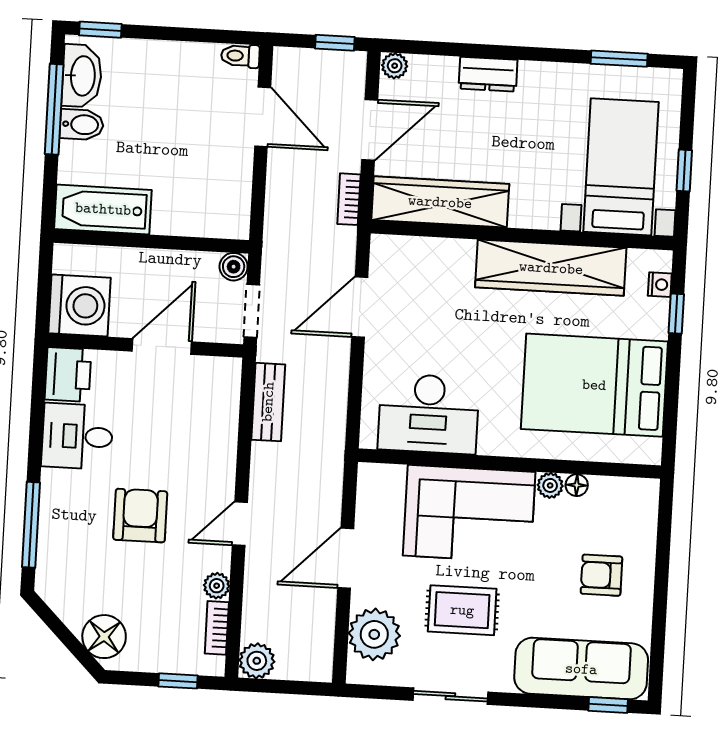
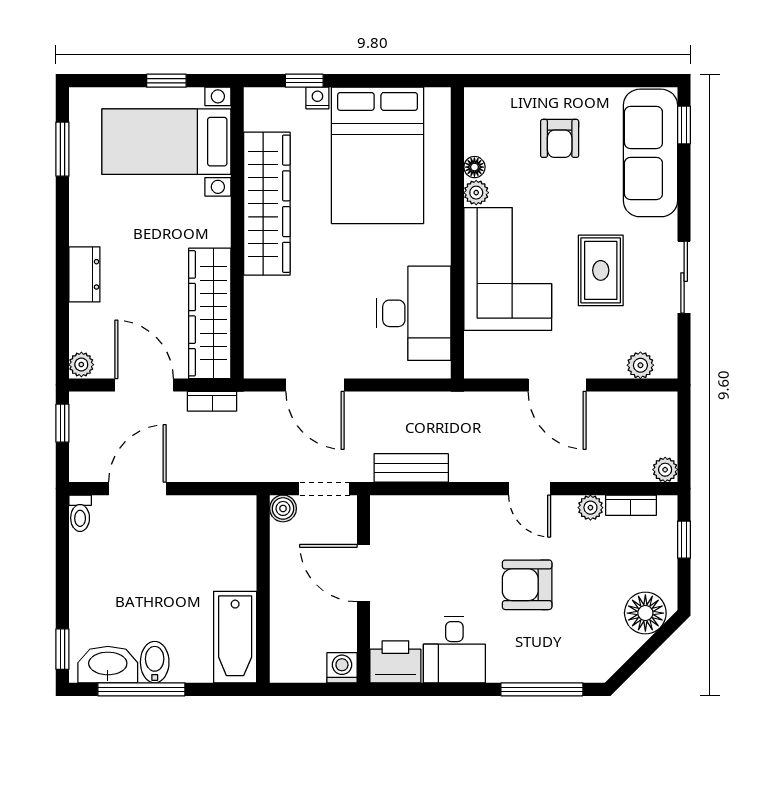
nightstand: (660, 285) -> (317, 98), moved
washing machine: (80, 305) -> (342, 668), width x0.53, depth x0.53
plant: (374, 634) -> (640, 365), width x0.53, depth x0.53
plant: (257, 661) -> (665, 470), width x0.73, depth x0.73

